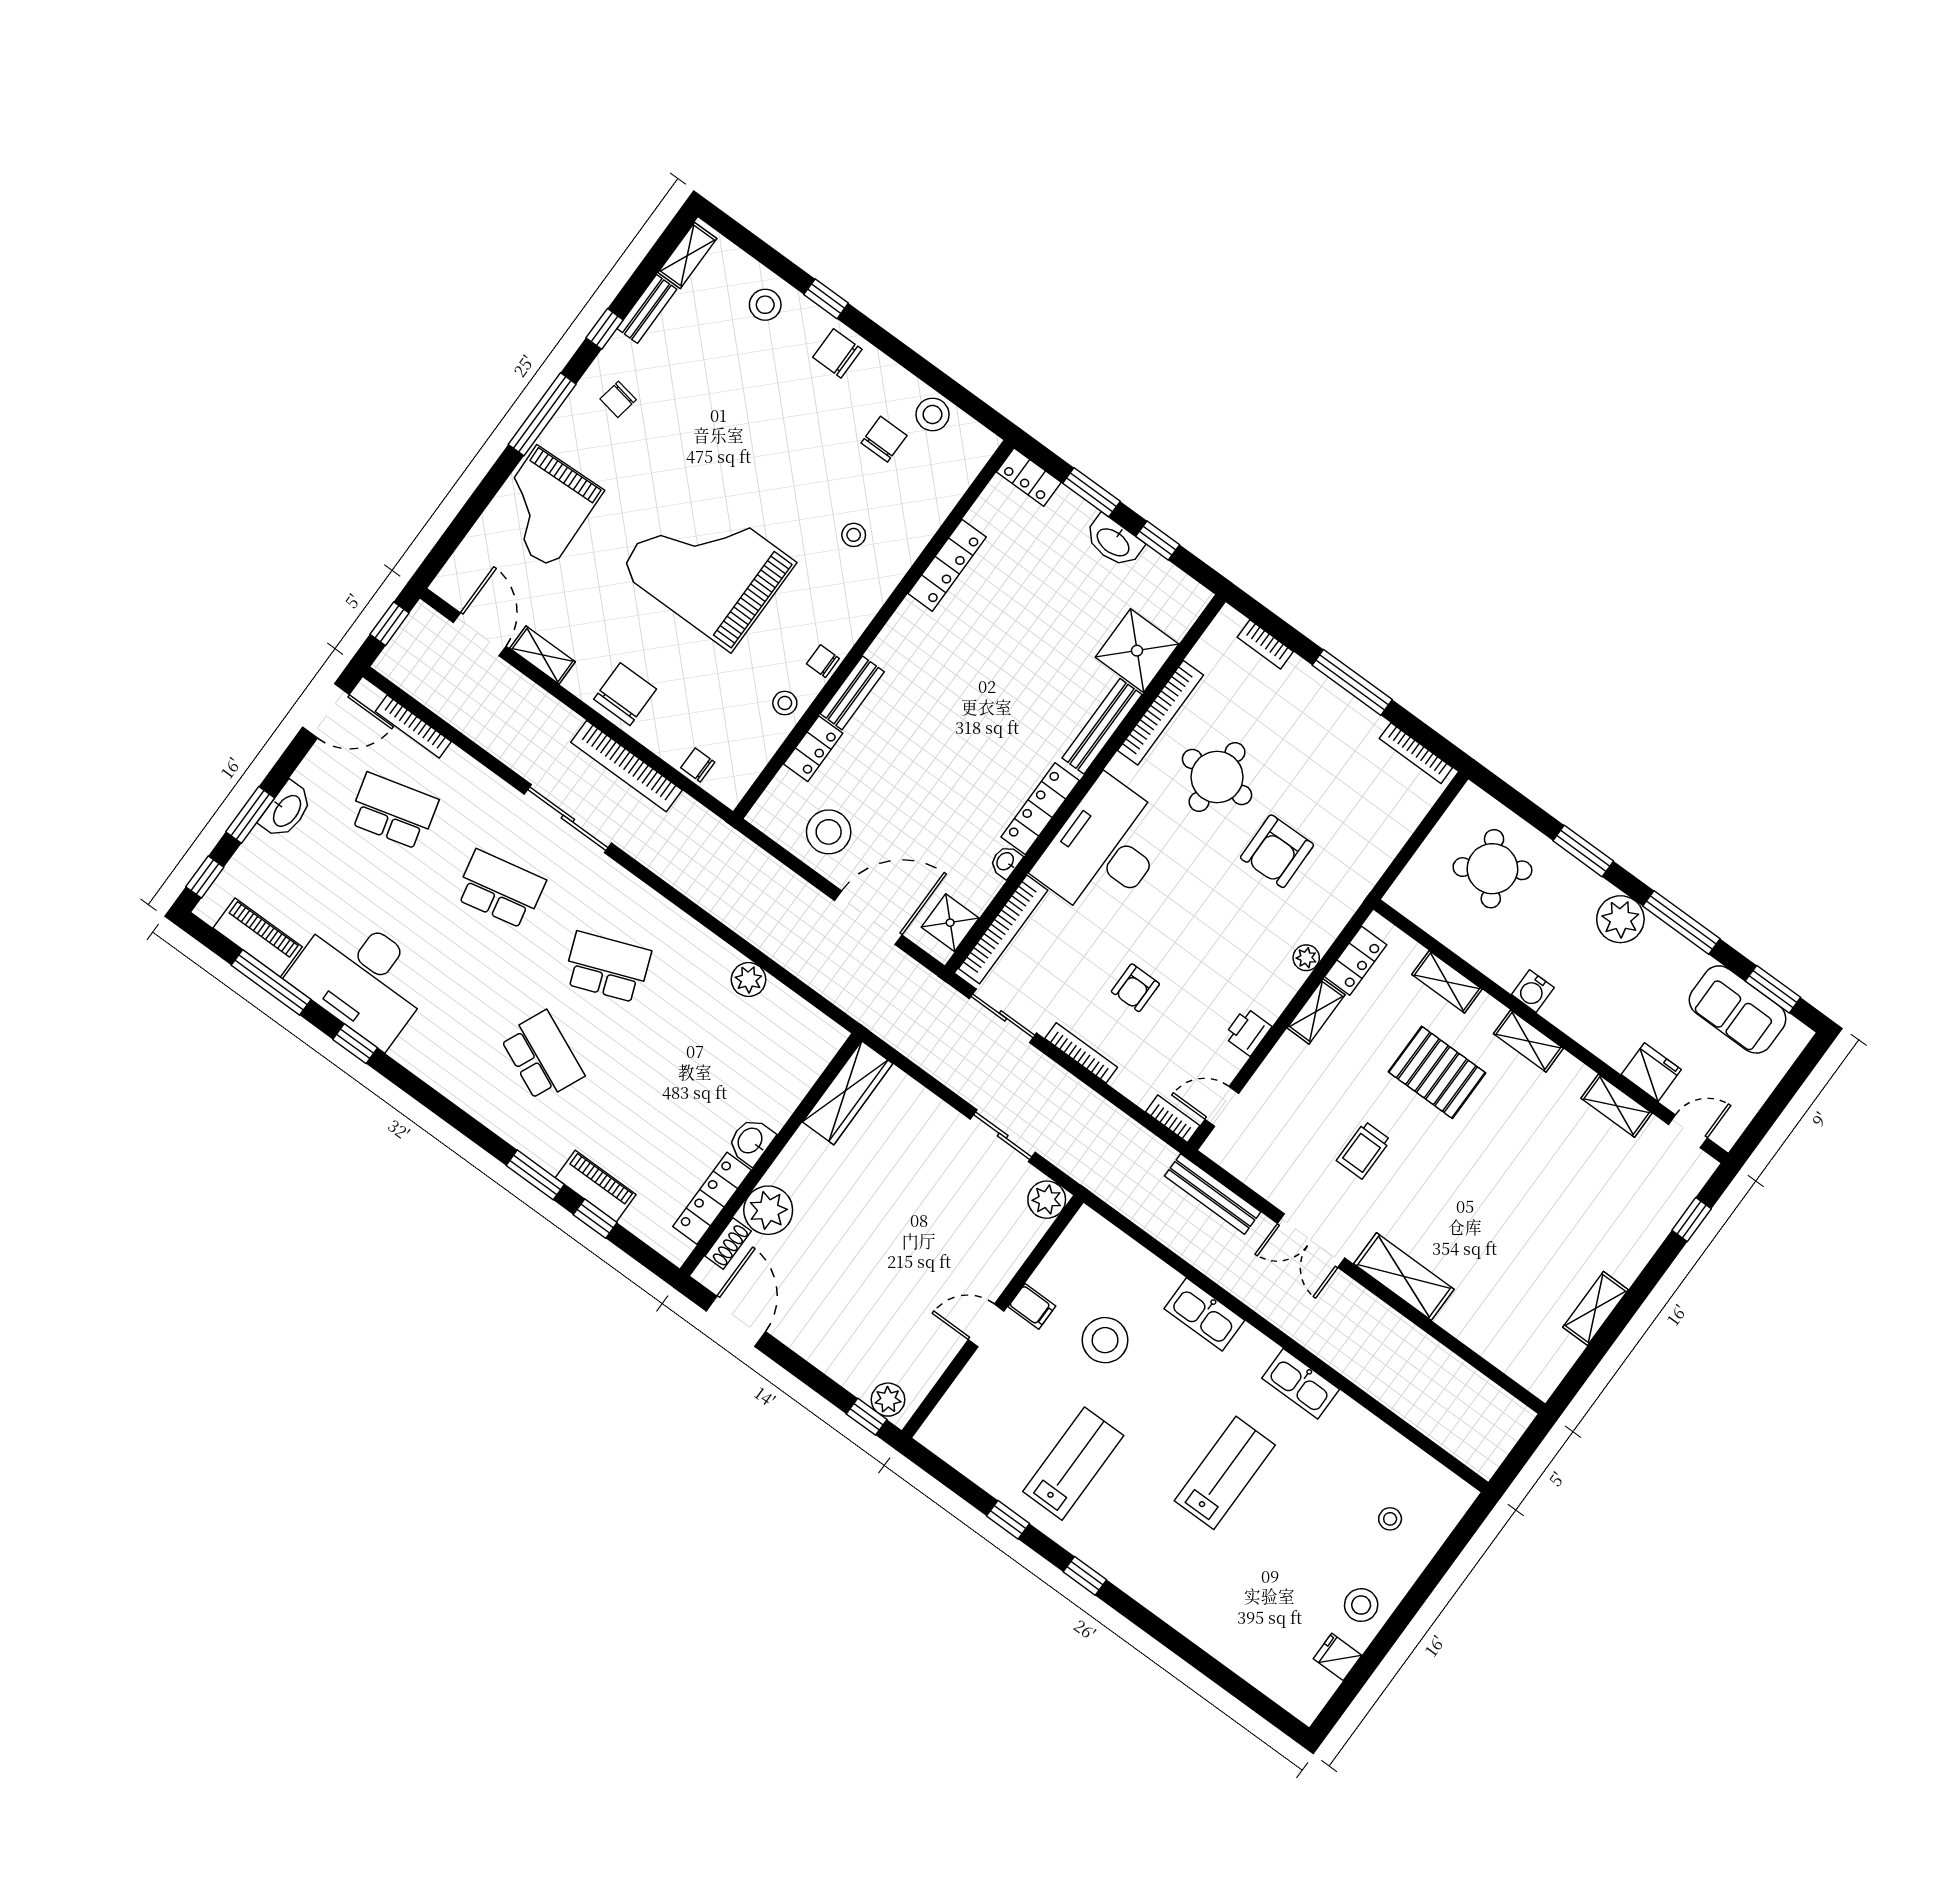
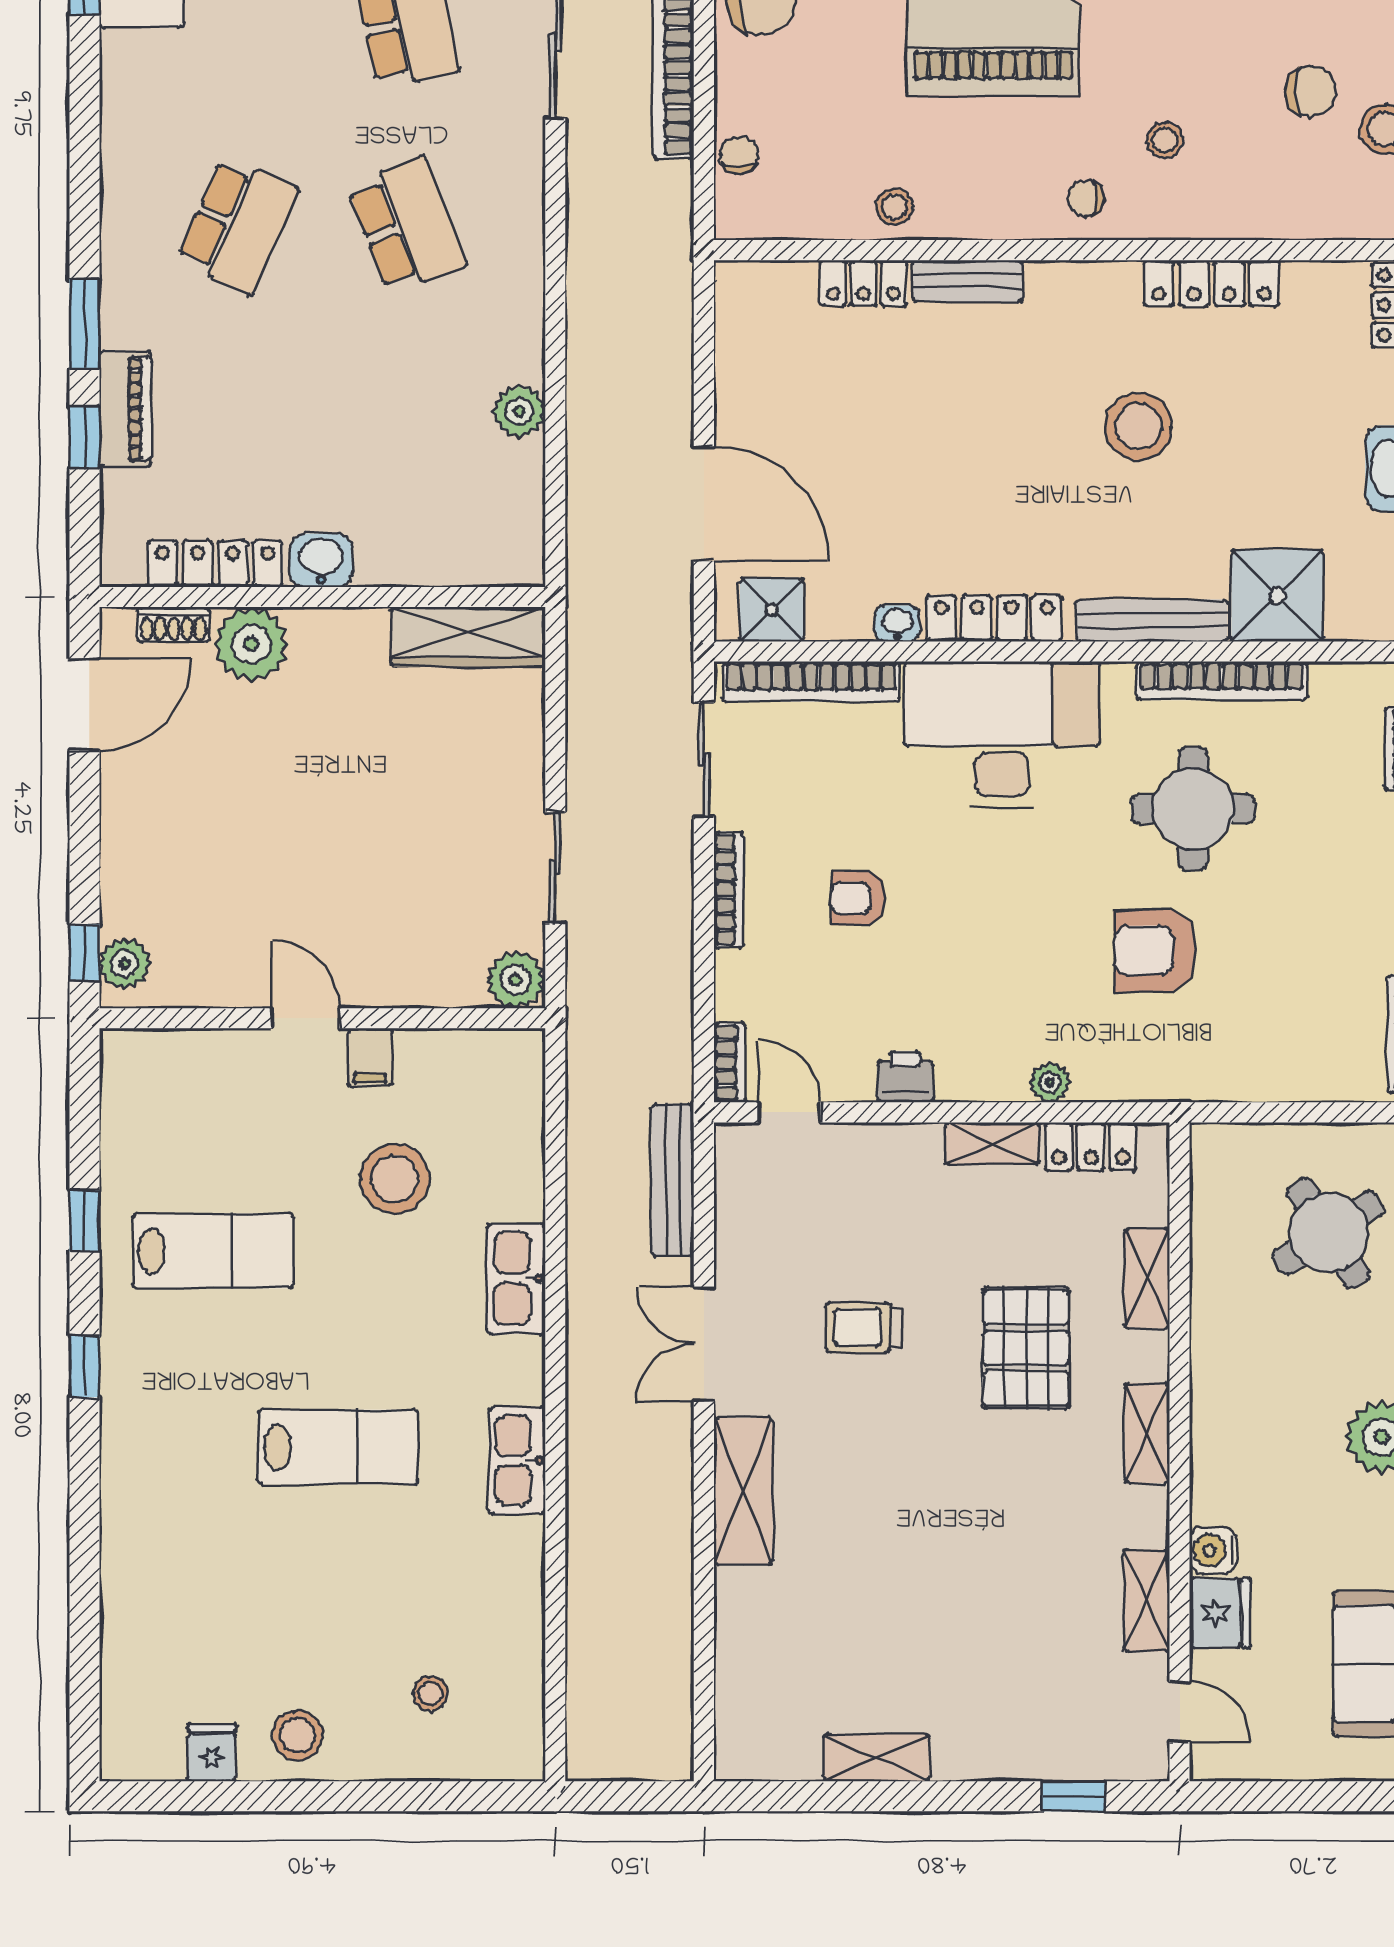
chair: (823, 661) -> (1086, 199), moved, turned -90
stool: (829, 832) -> (1138, 426), moved
water cooler: (1533, 991) -> (1213, 1550), moved

